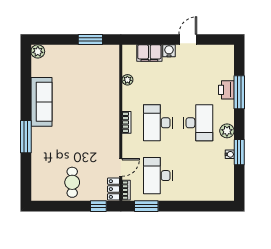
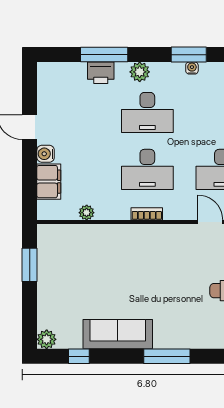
window: (26, 74) -> (79, 356), added
desk: (198, 123) -> (147, 113), turned 180
plant: (227, 131) -> (140, 72), moved

